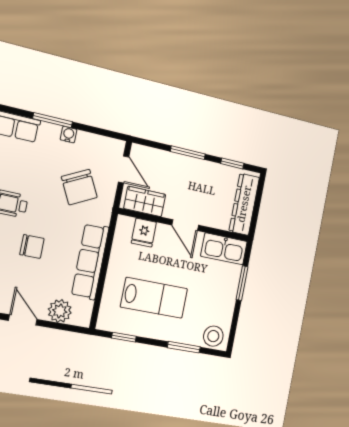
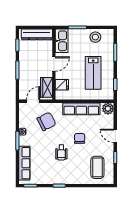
lab bench: (154, 298) -> (93, 73), turned 180
plant: (60, 311) -> (108, 109), moved
door: (23, 320) -> (115, 136), hinge flipped
stool: (213, 336) -> (95, 37), moved

